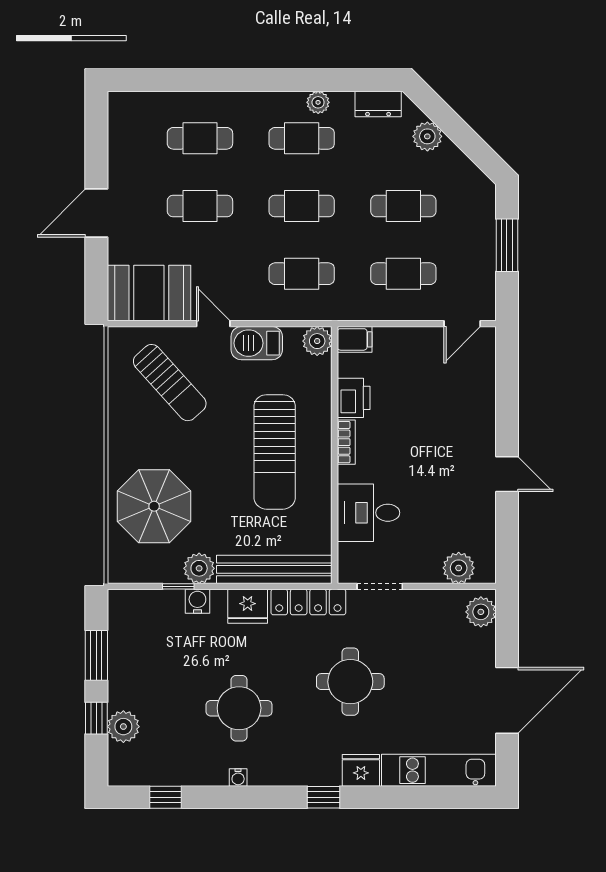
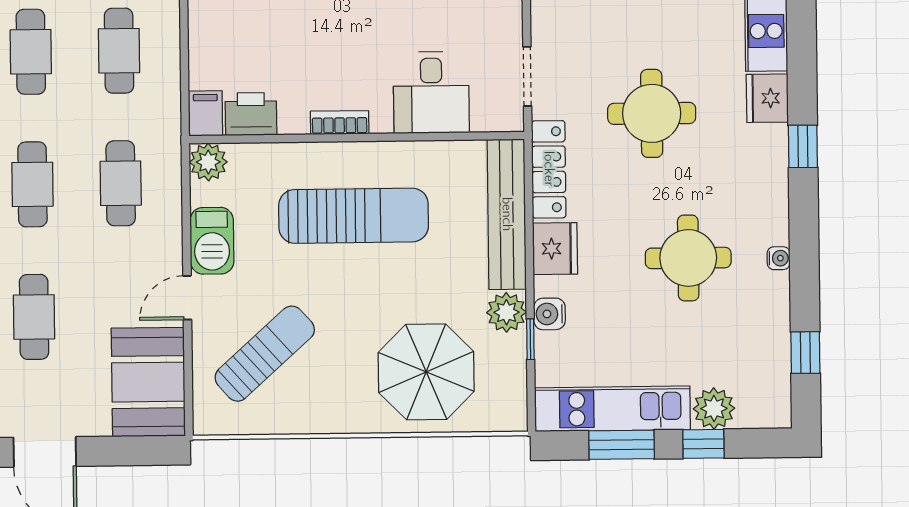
printer: (354, 398) -> (251, 114), moved
kitchen unit: (124, 649) -> (612, 409), added

